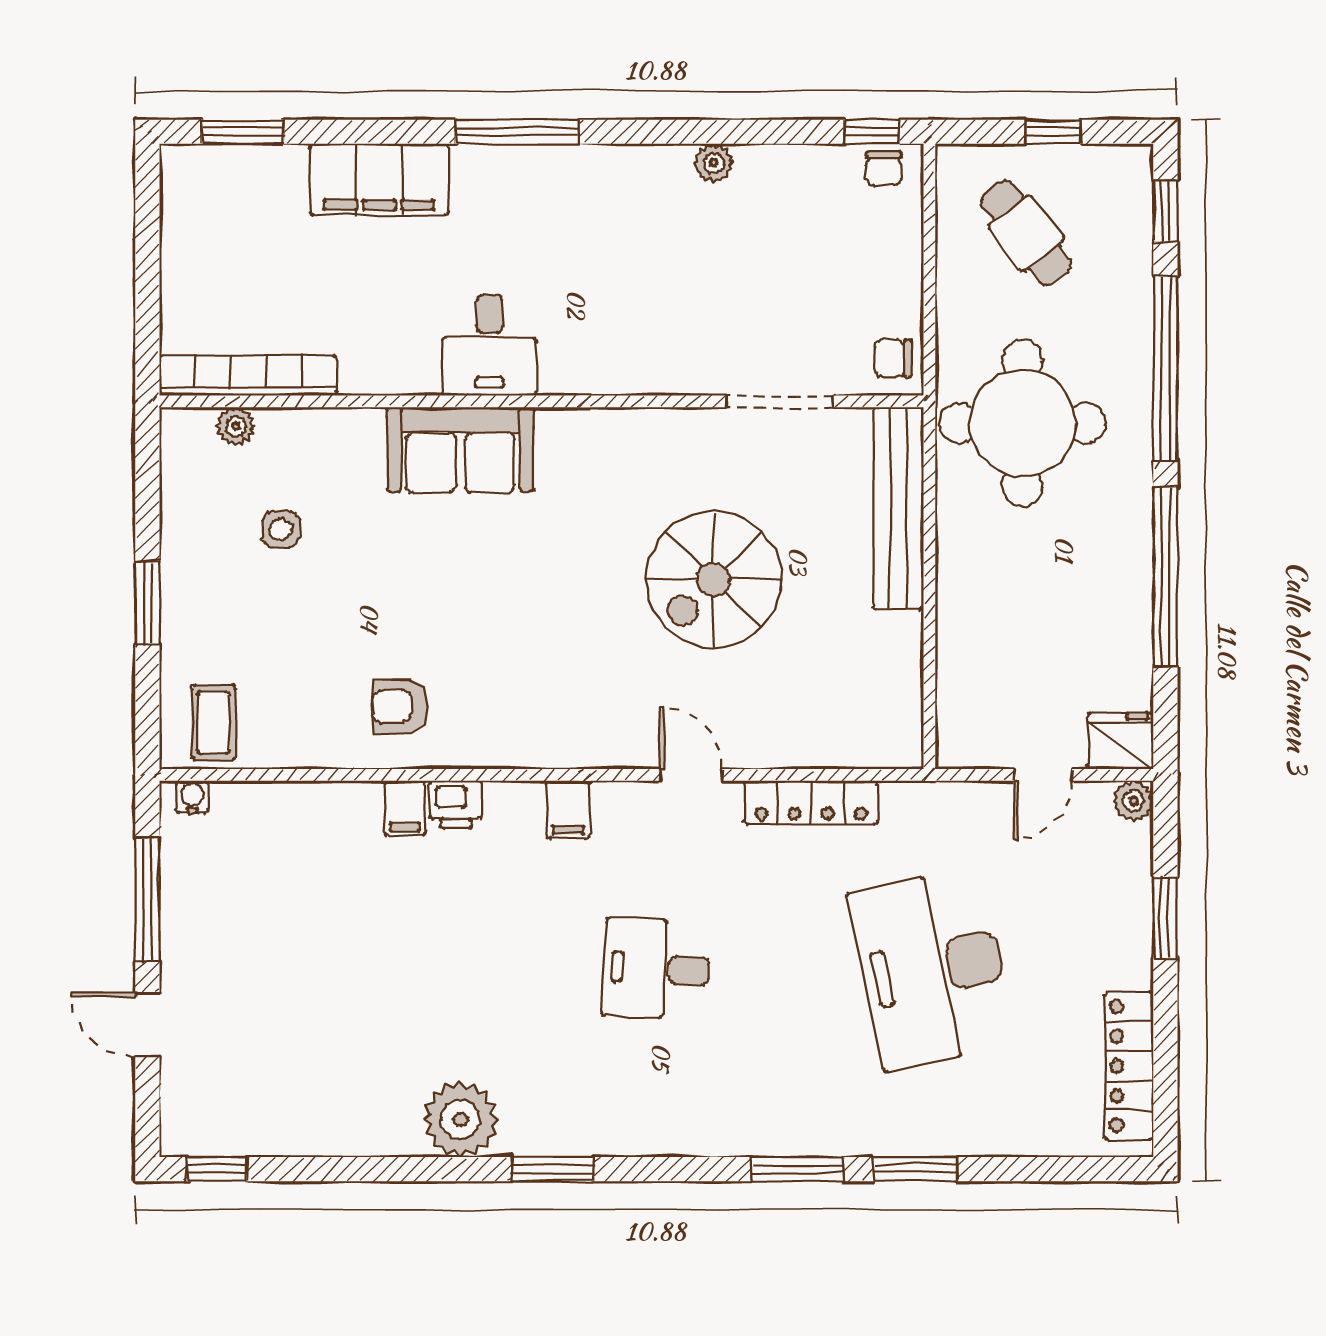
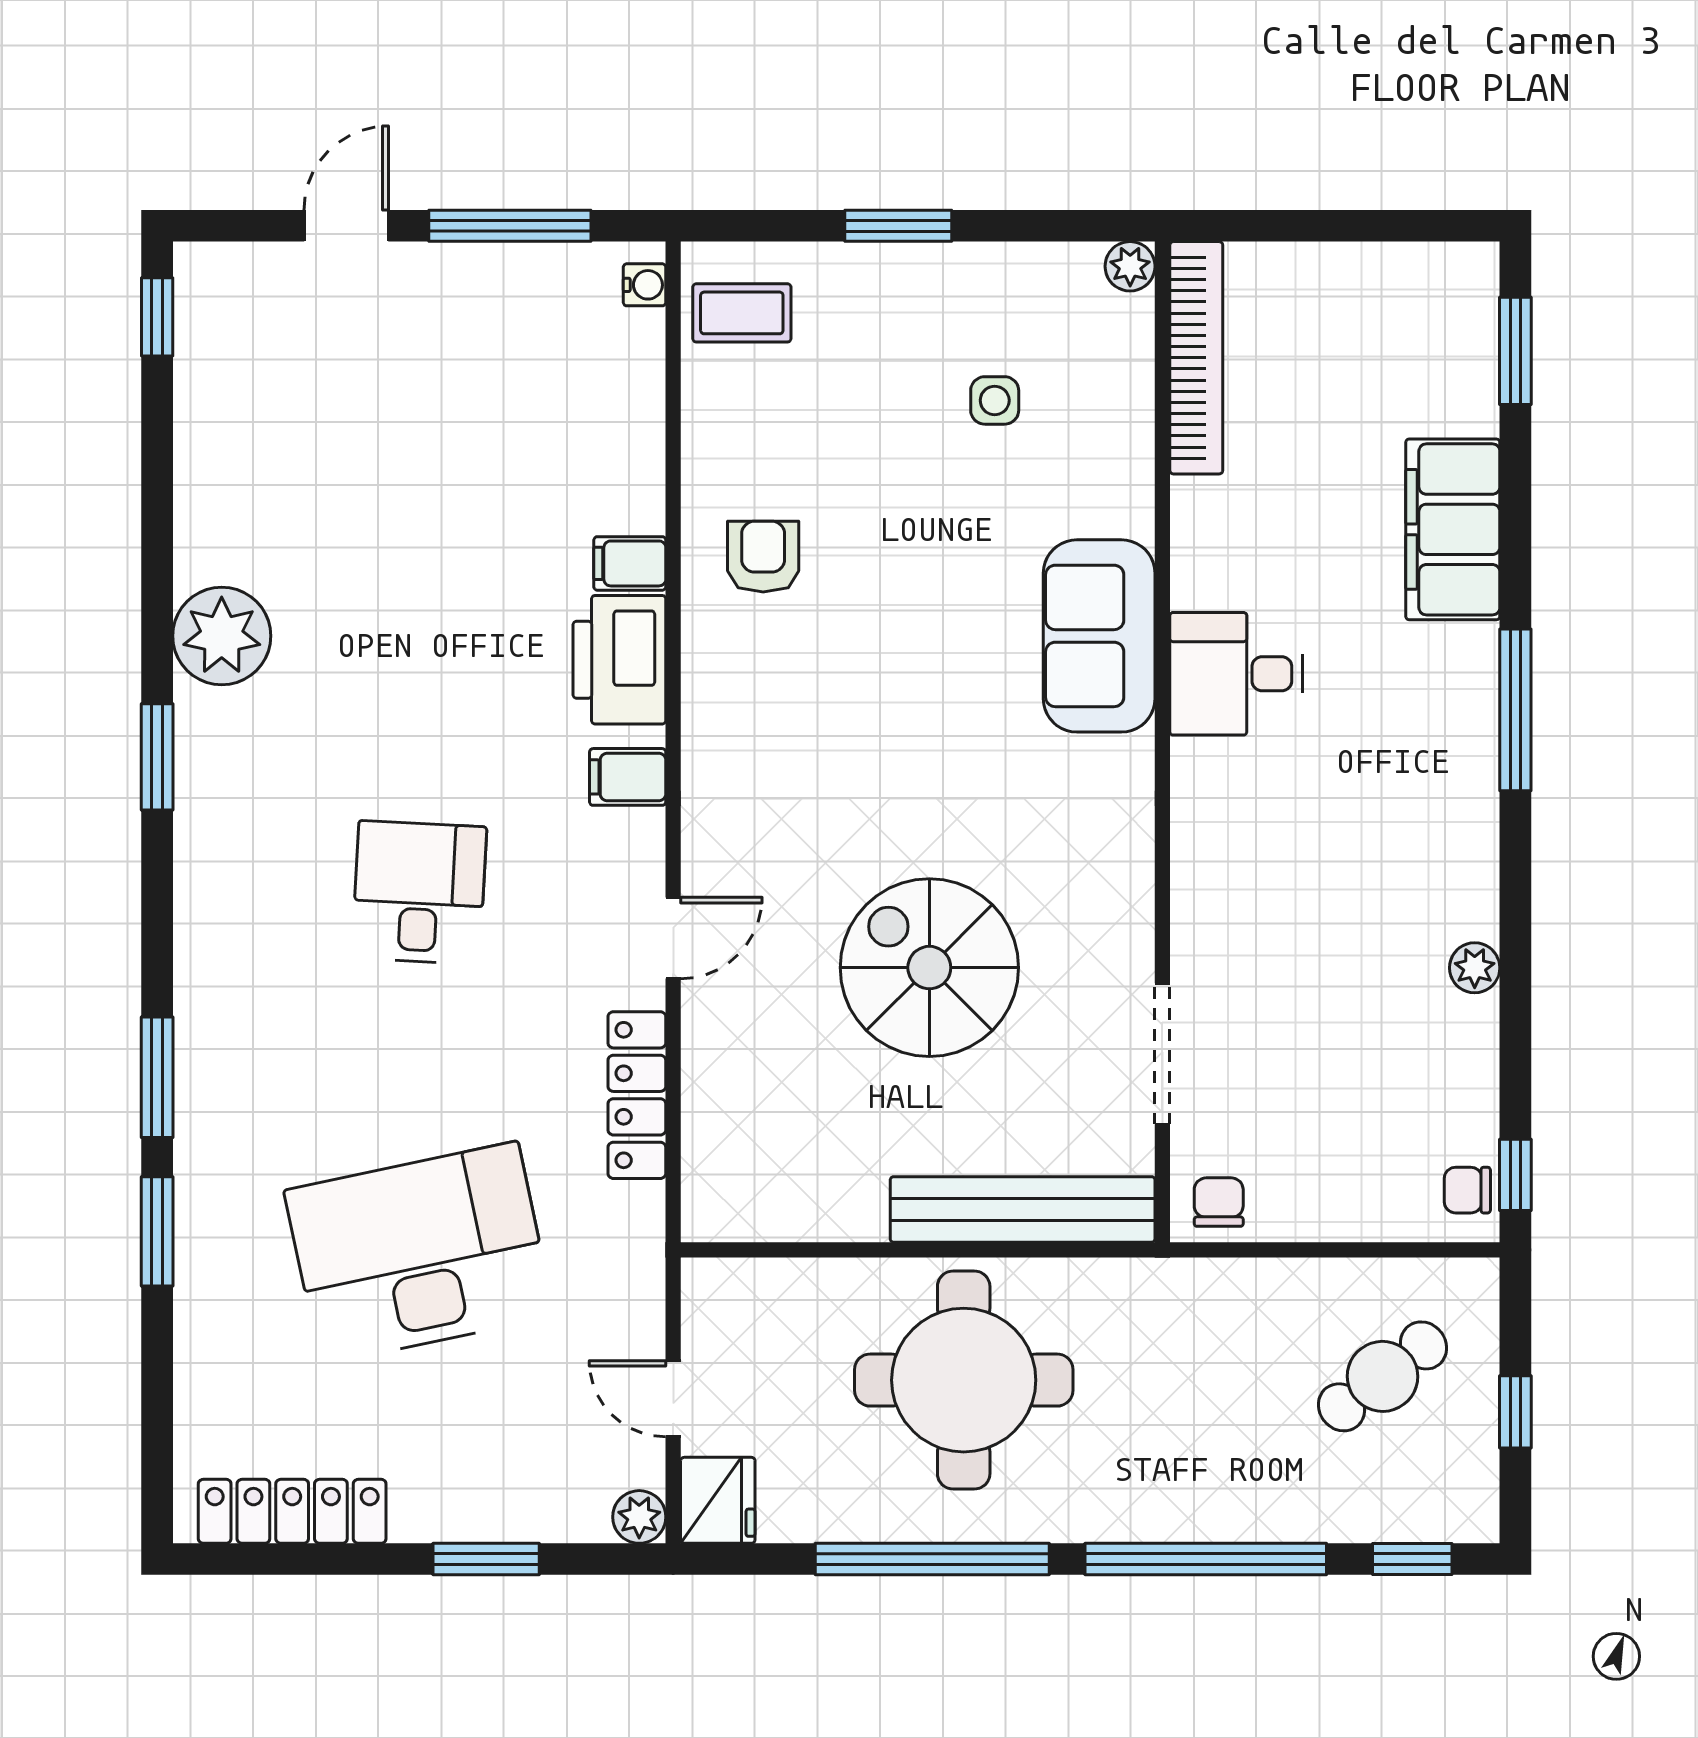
round table: (1023, 423) -> (964, 1380), moved
plant: (236, 426) -> (1130, 266), moved
printer: (456, 805) -> (619, 660), width x1.87, depth x1.48

